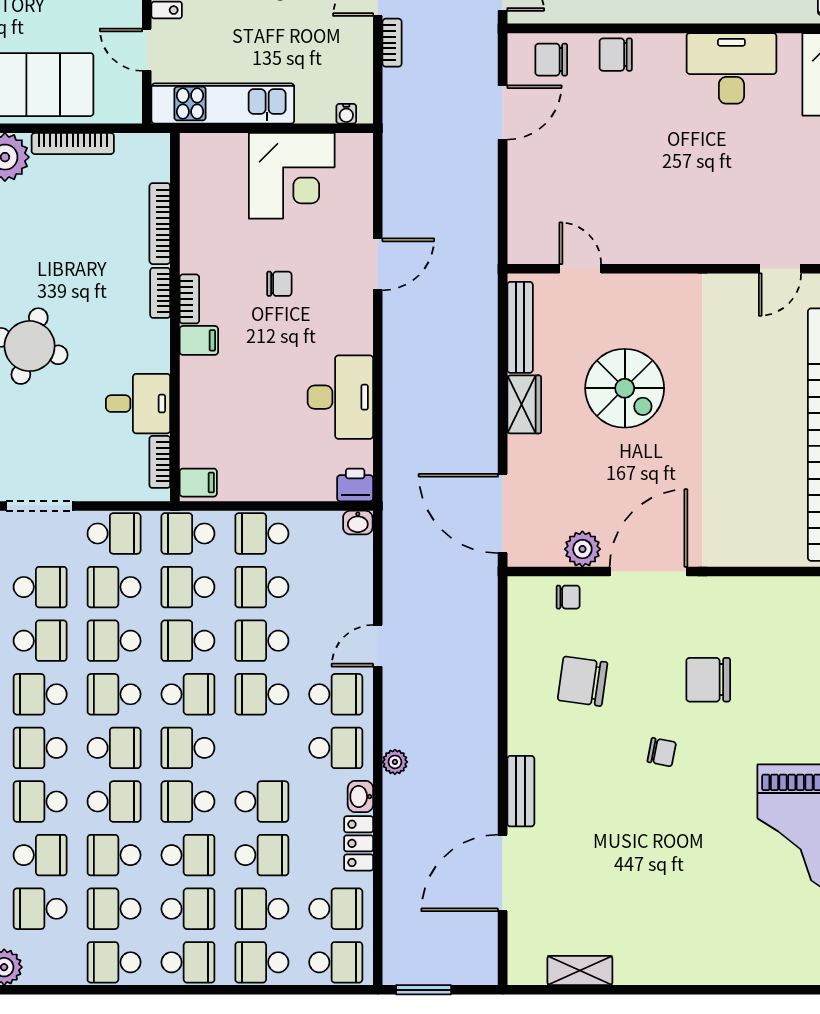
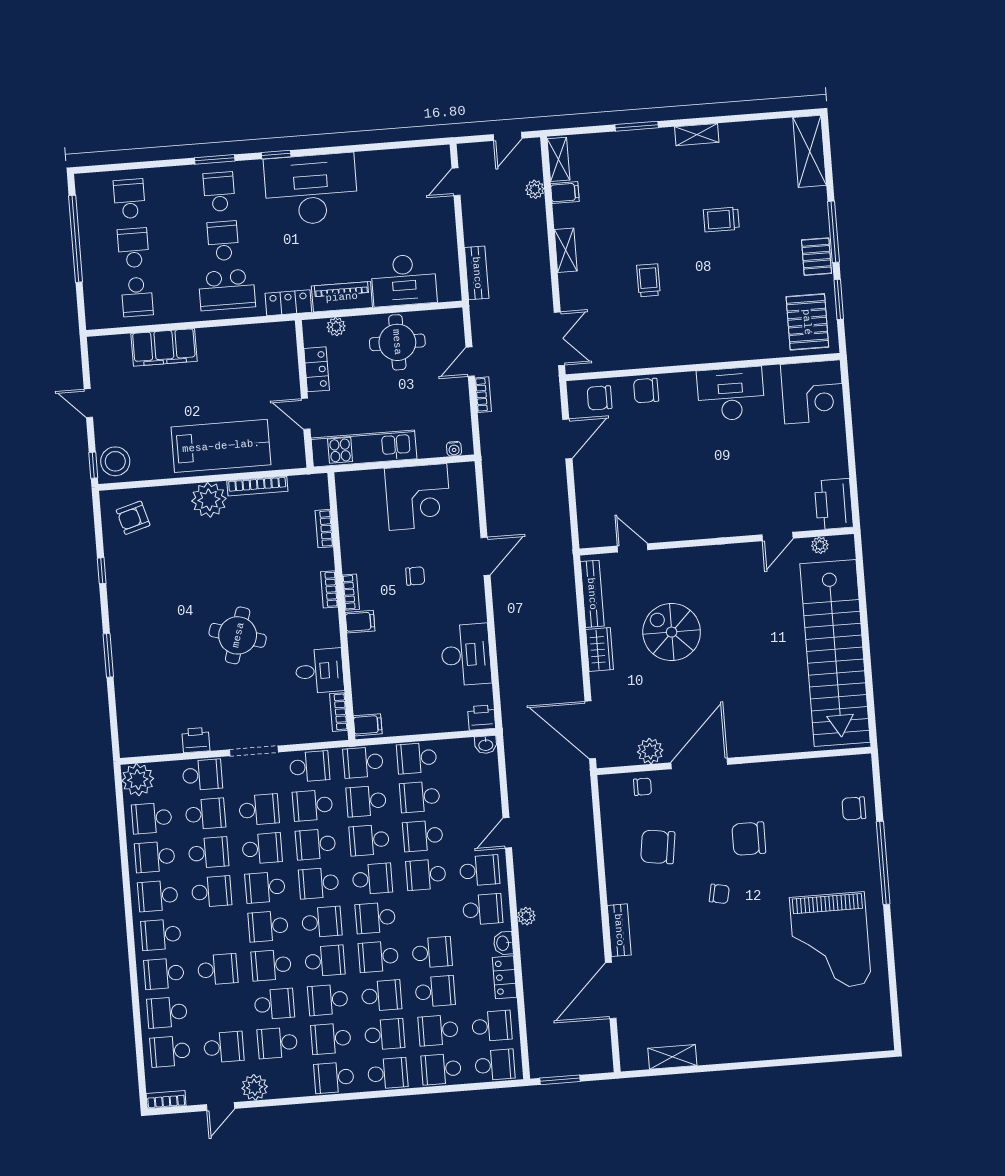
bookcase: (160, 224) -> (324, 529), width x0.64
spiral stairs: (625, 388) -> (672, 632), turned 180

